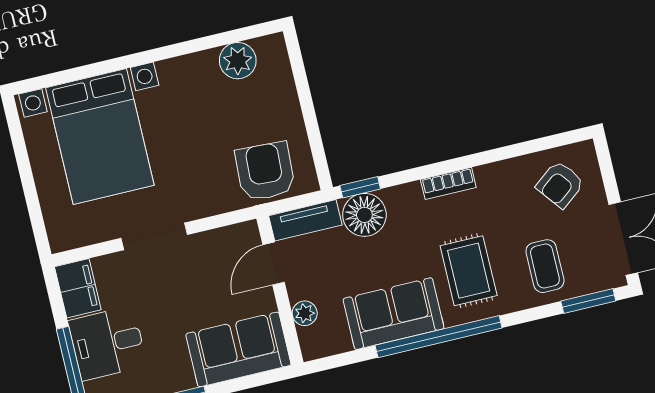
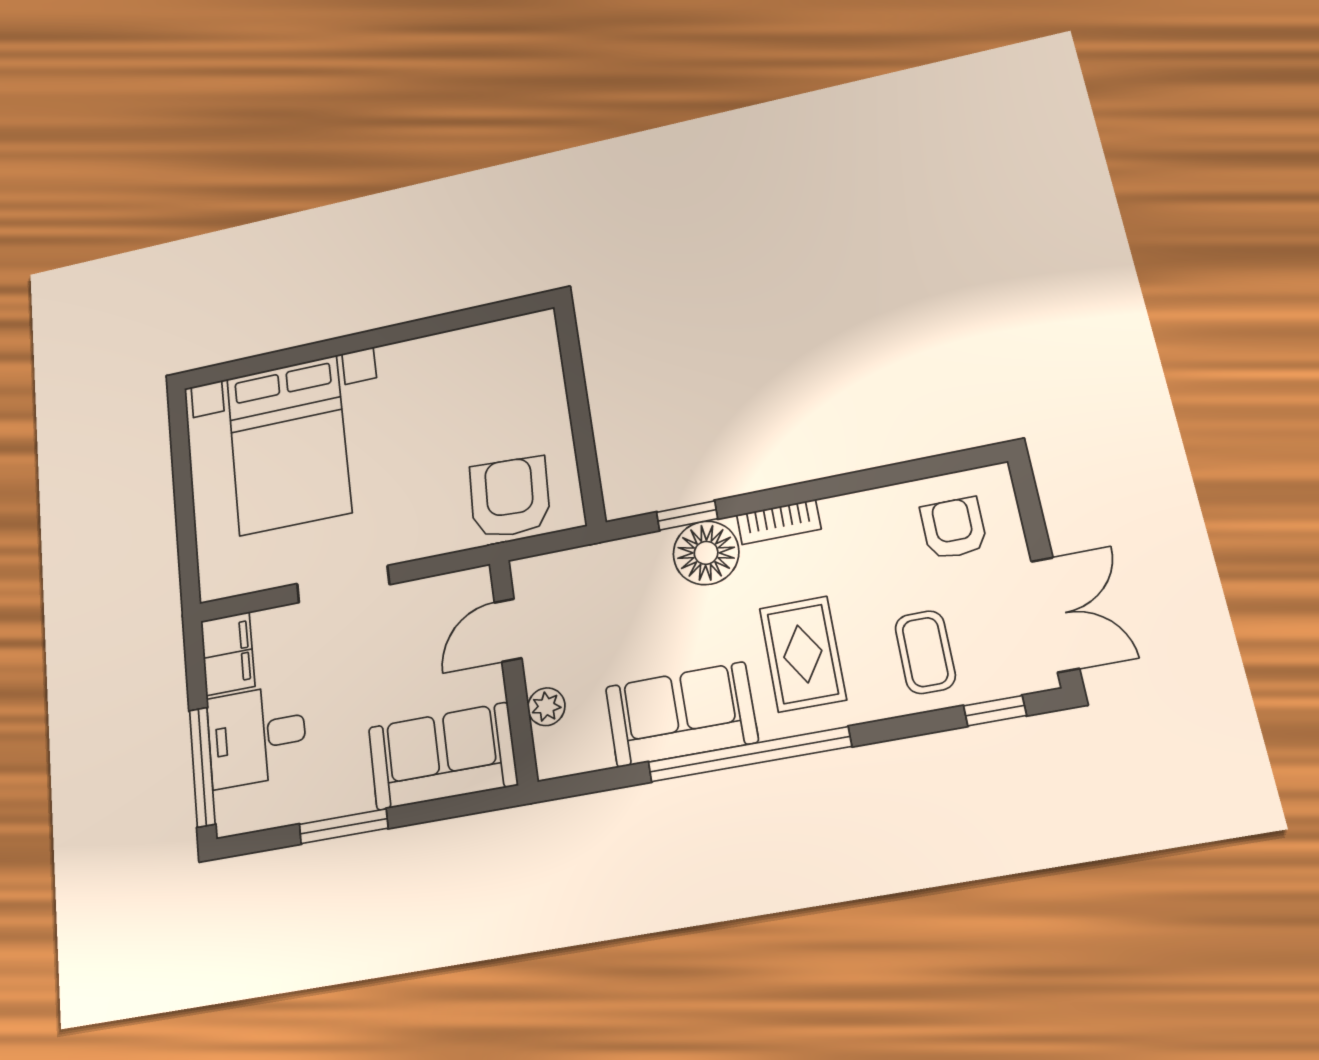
plant: (238, 61) -> (488, 346), removed
armchair: (560, 184) -> (954, 528), turned 128
window: (360, 187) -> (687, 515), moved
floor lamp: (364, 215) -> (706, 553), moved
tv unit: (305, 220) -> (561, 569), removed
window: (588, 301) -> (995, 711), width x0.67

